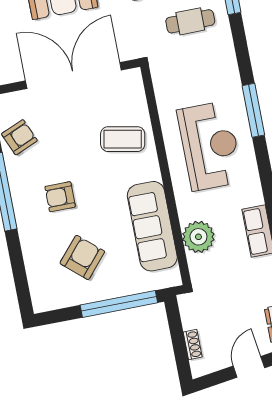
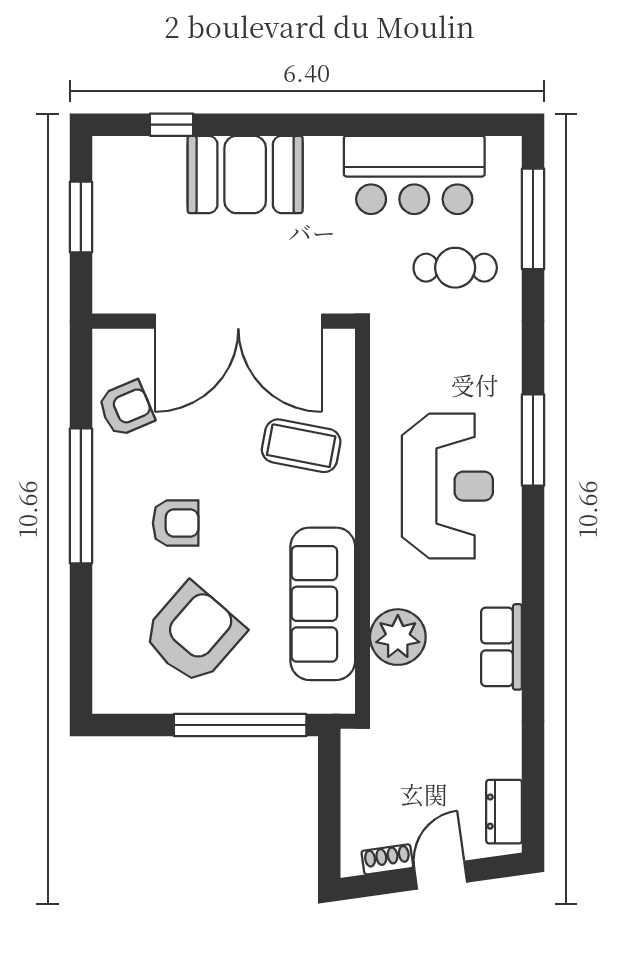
double door: (73, 75) -> (238, 321), swing flipped
armchair: (60, 197) -> (176, 523), turned 180
armchair: (82, 257) -> (193, 634), width x1.36, depth x1.36
shoe rack: (193, 344) -> (387, 859), moved, turned -98

